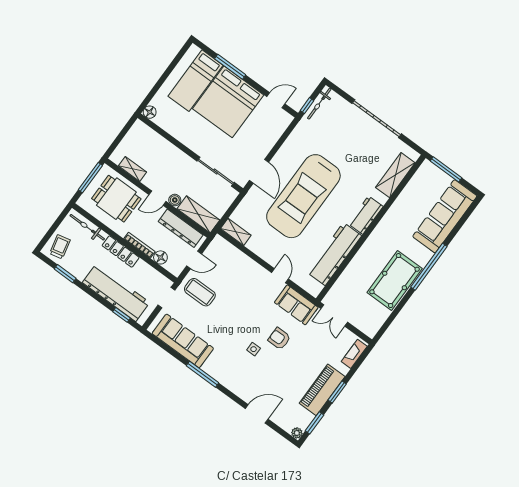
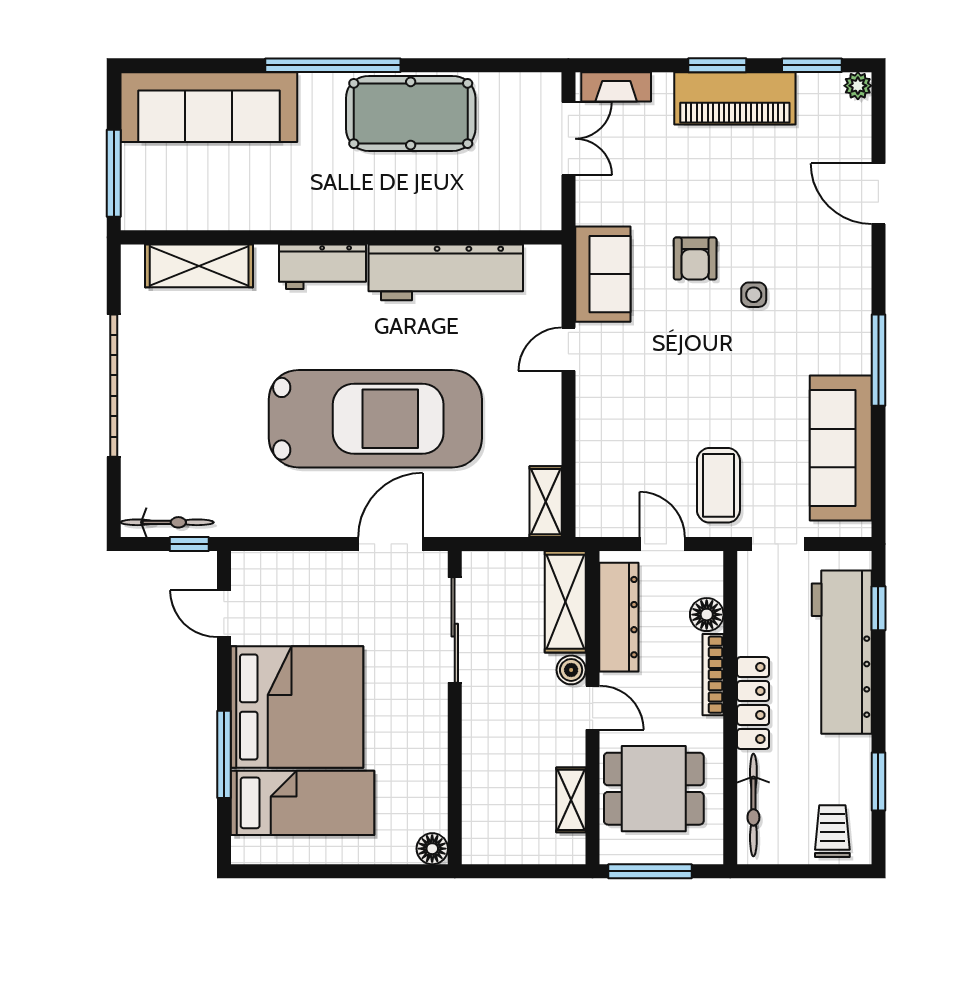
dining table: (116, 199) -> (654, 789), turned 90
trolley: (60, 247) -> (832, 831), turned 103
double door: (334, 315) -> (568, 139), moved

